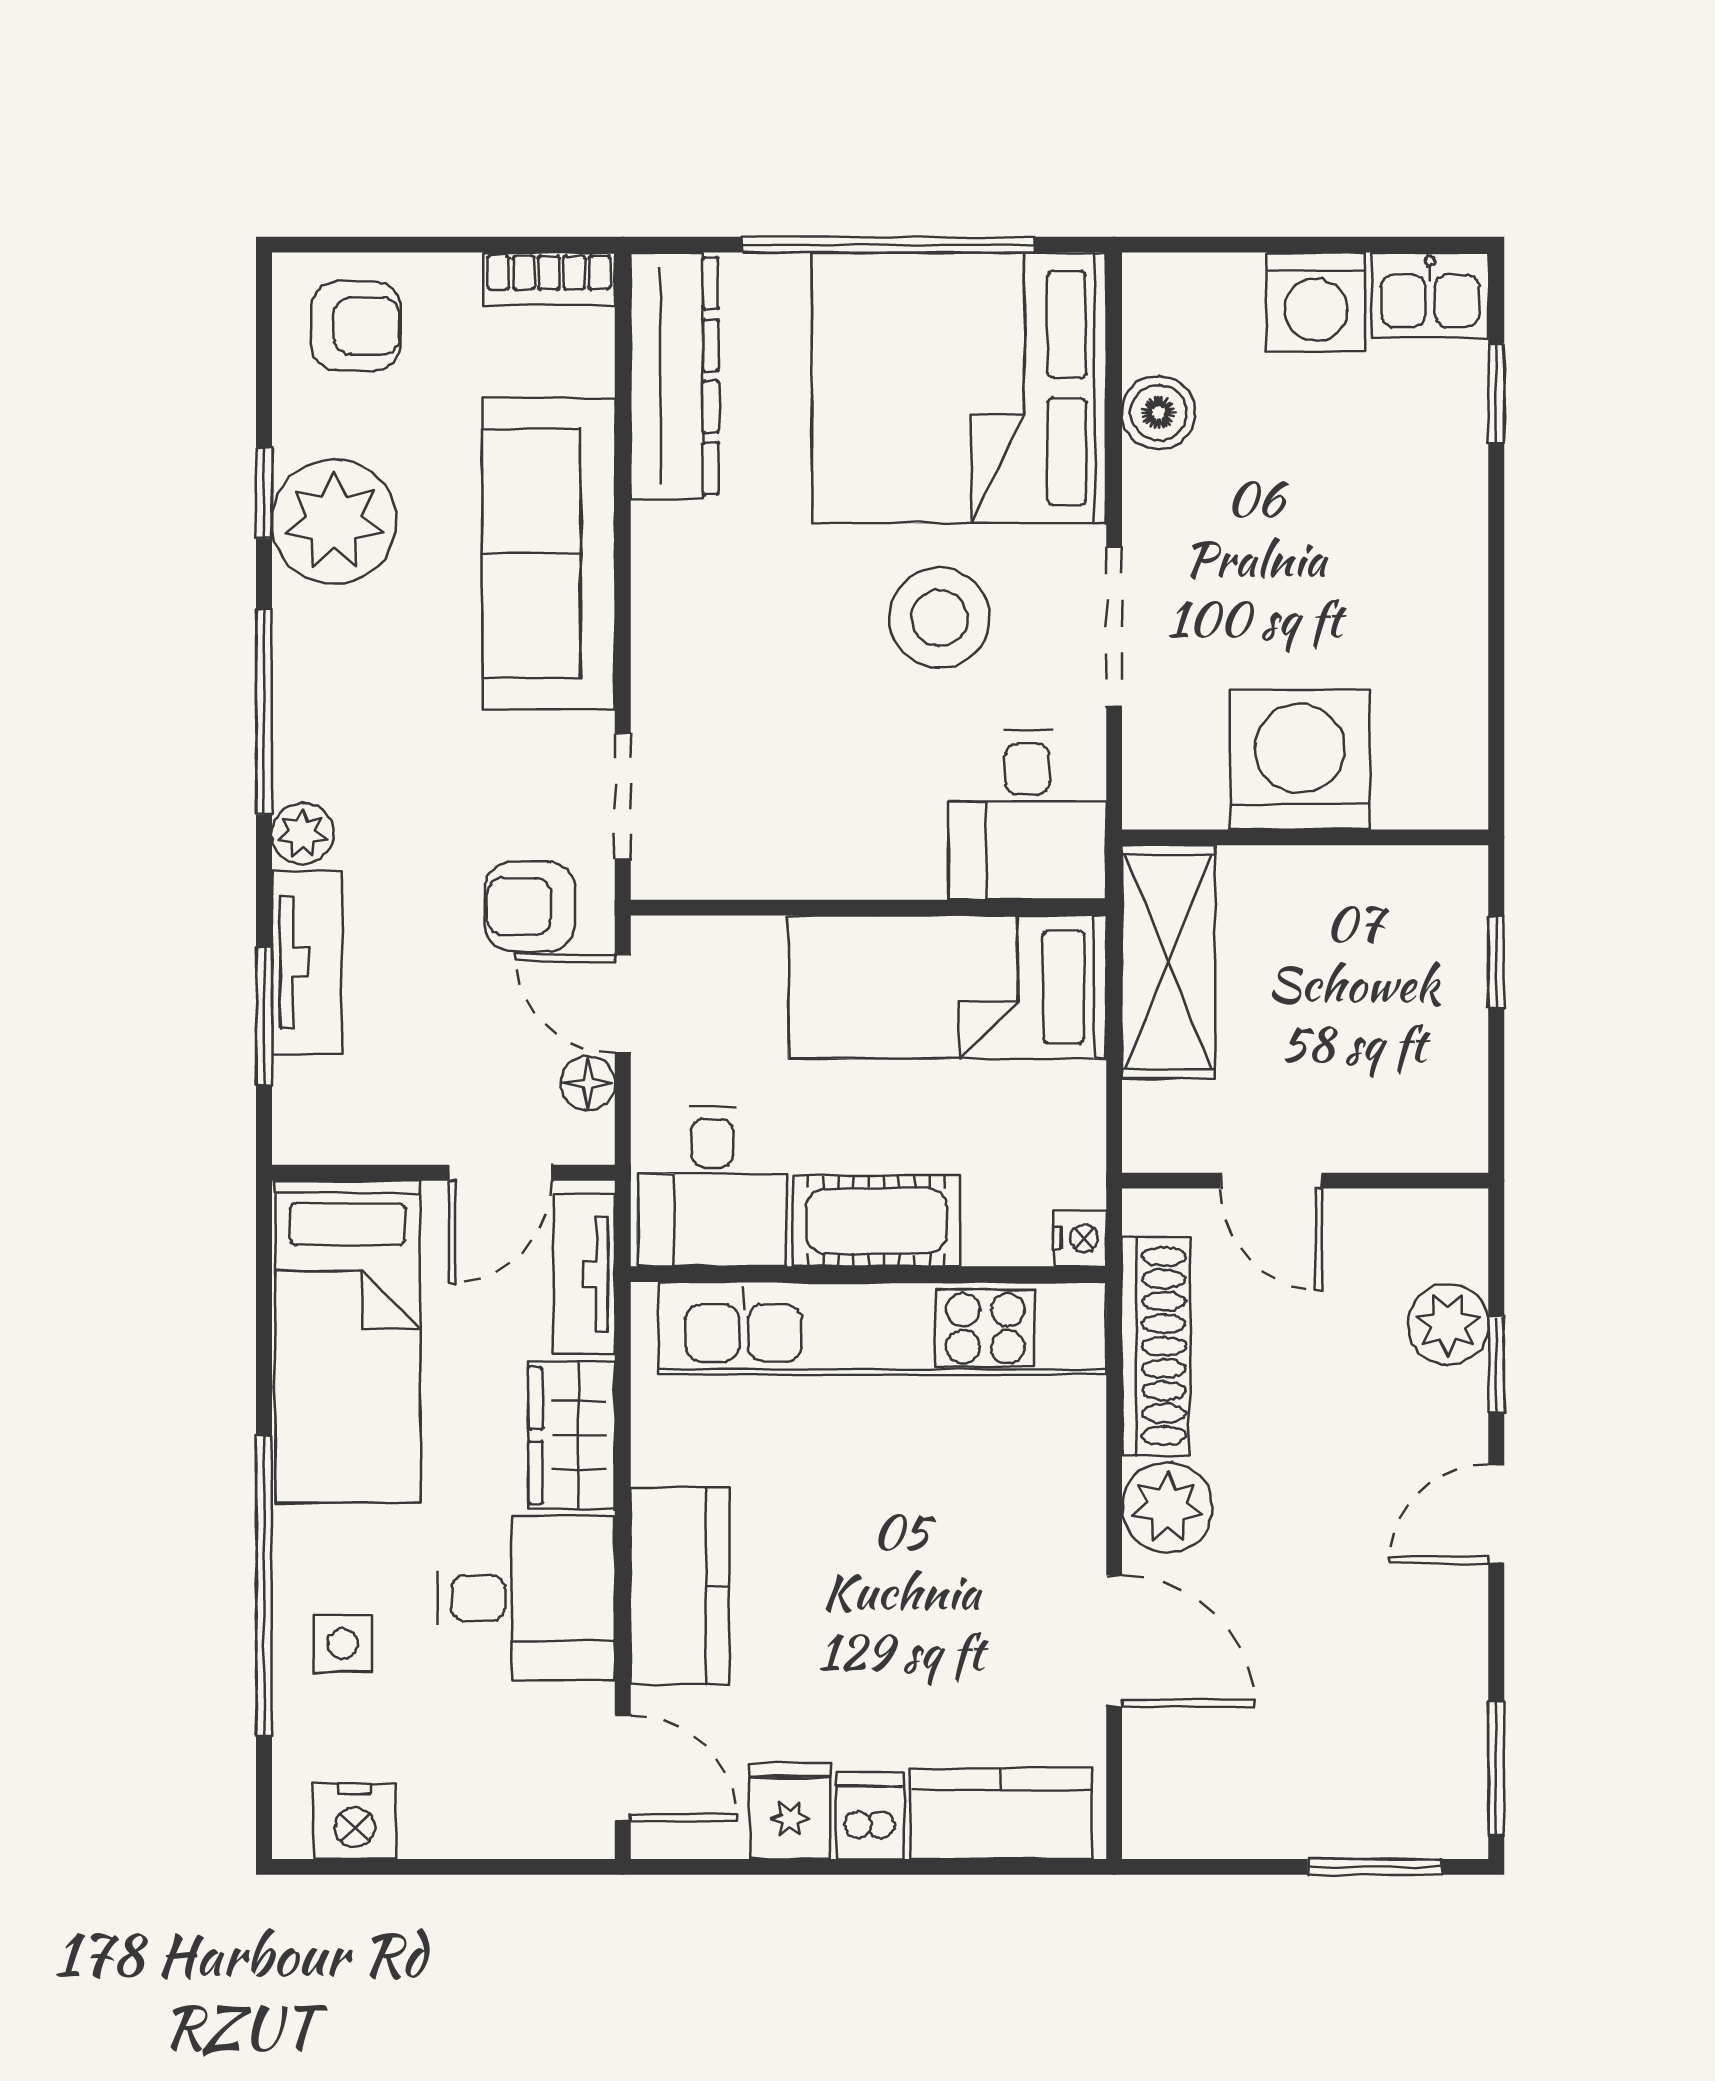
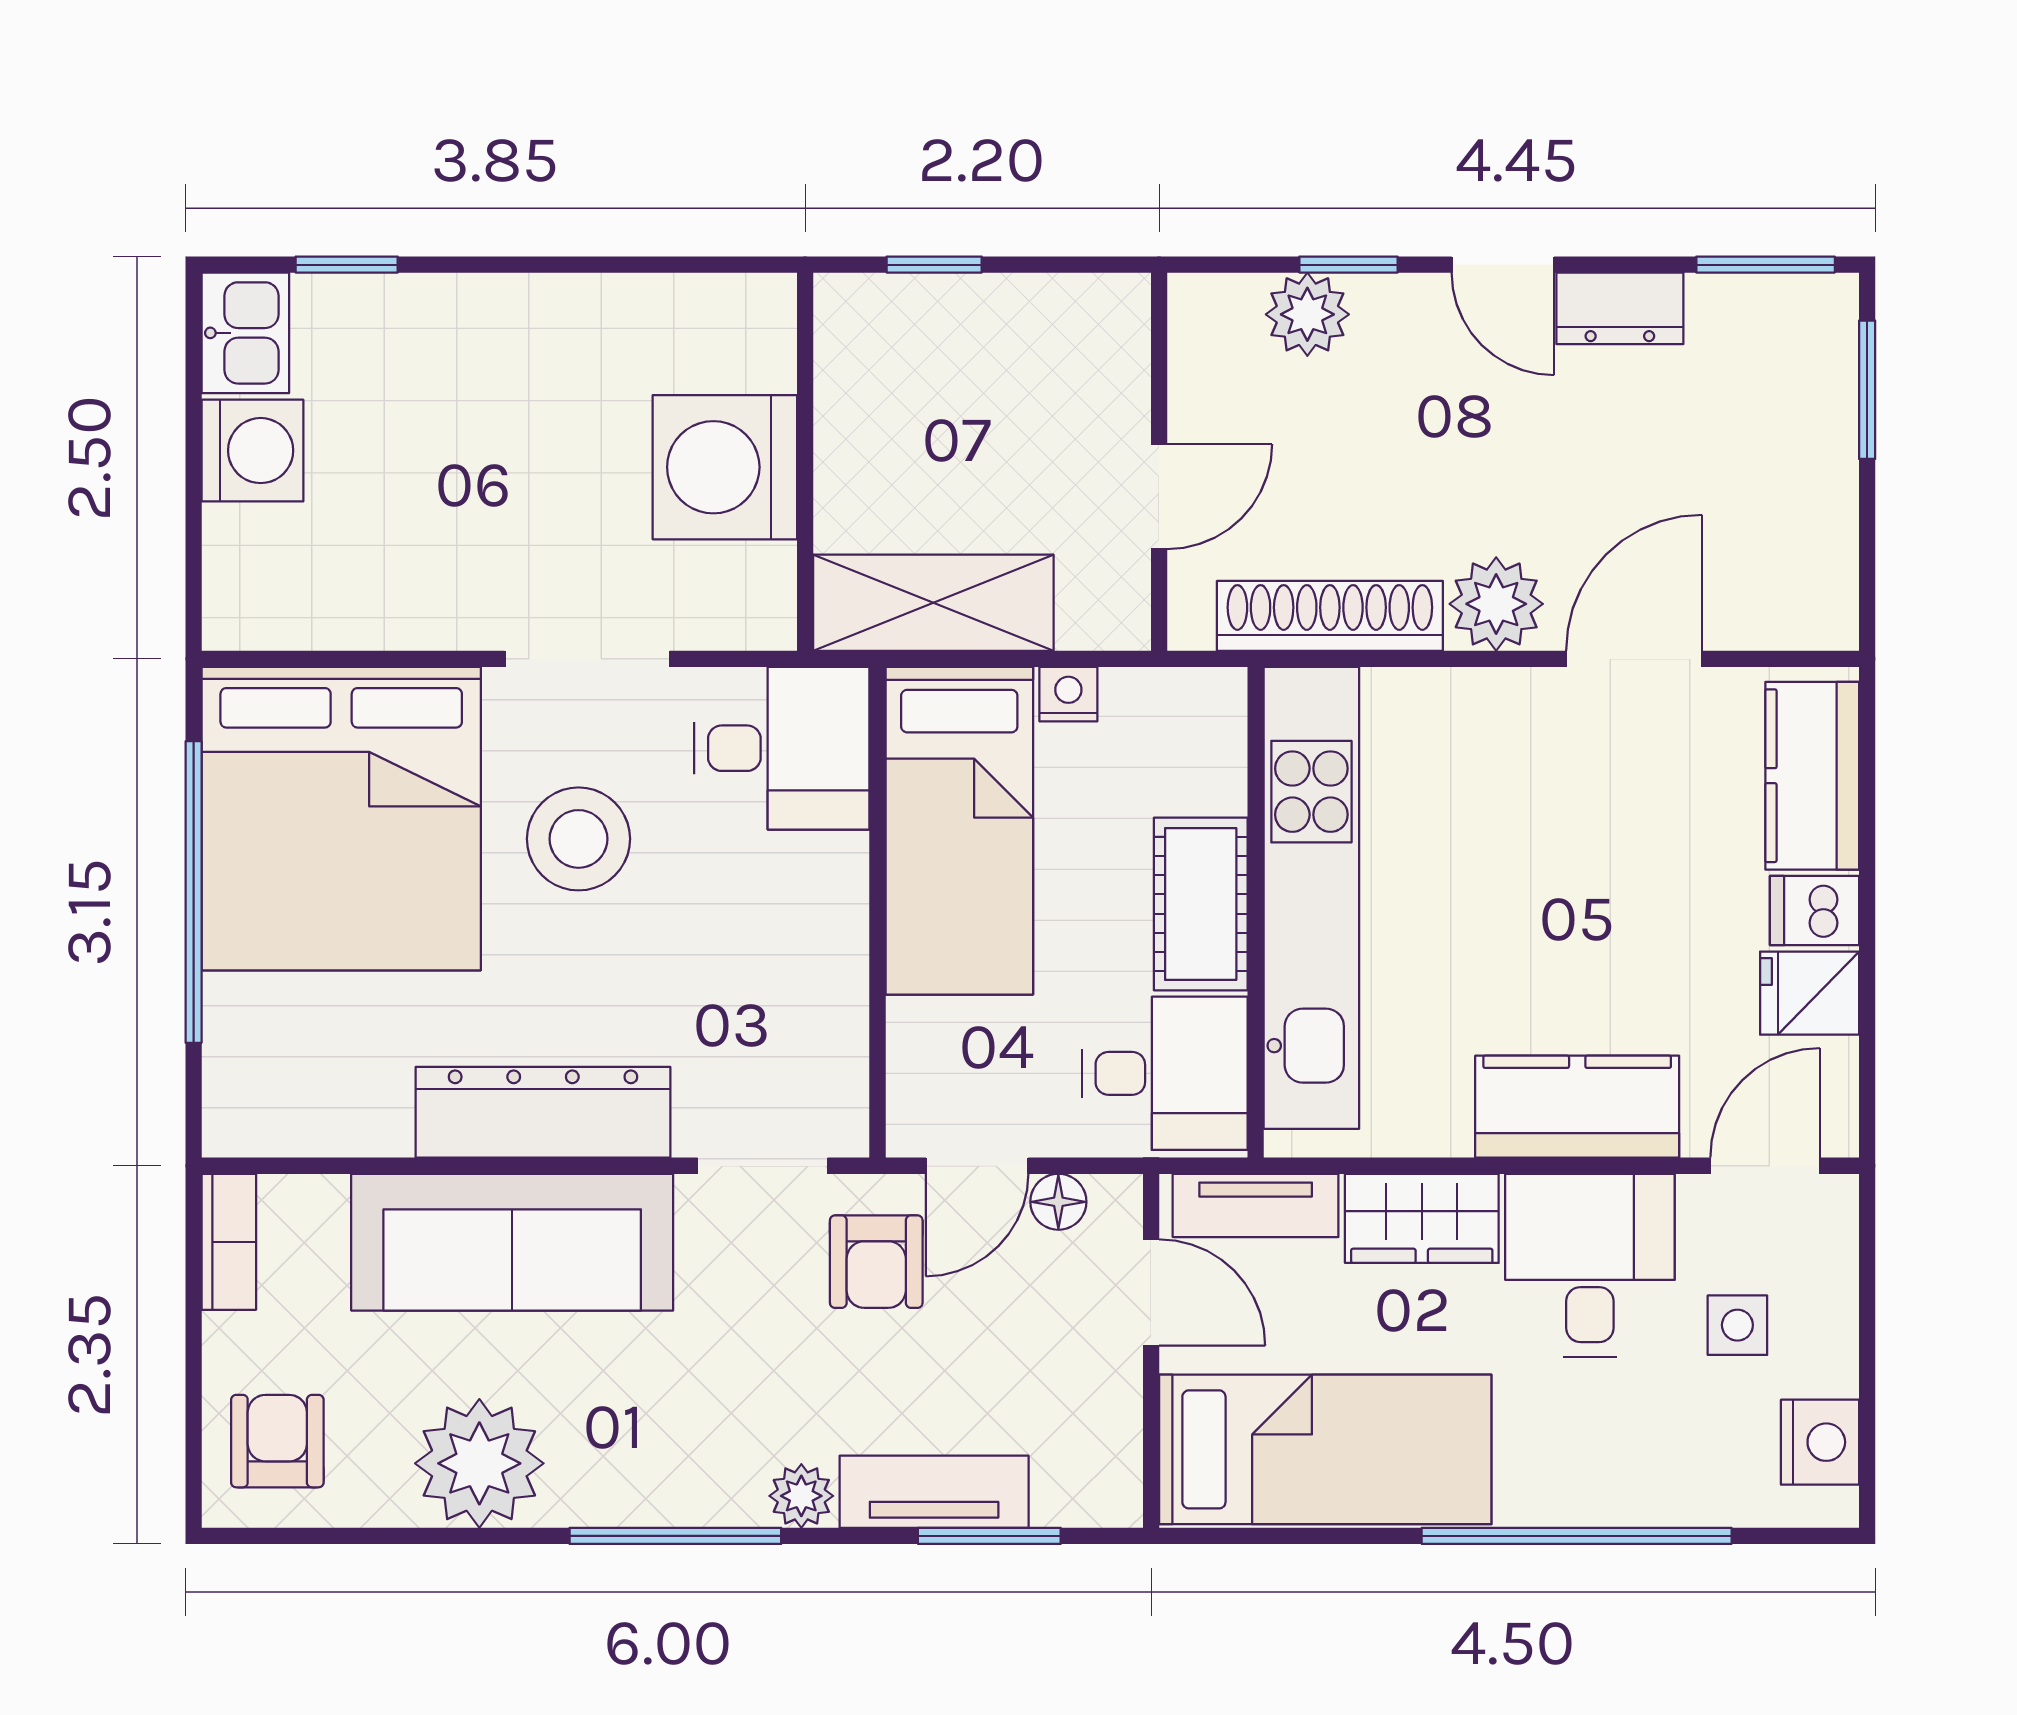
dresser: (675, 376) -> (543, 1112), moved
boiler: (1158, 413) -> (367, 613), removed
window: (264, 493) -> (450, 1536), removed
nightstand: (1080, 1238) -> (1068, 694), moved
dresser: (1454, 1627) -> (1620, 308), added
side table: (343, 1644) -> (1737, 1325), moved

